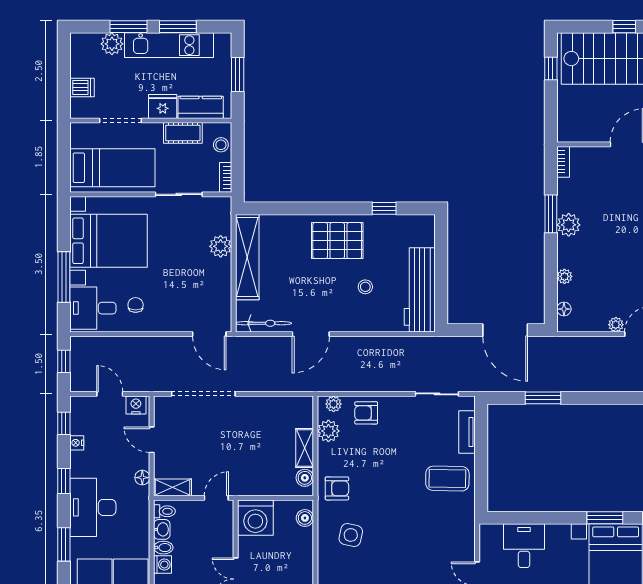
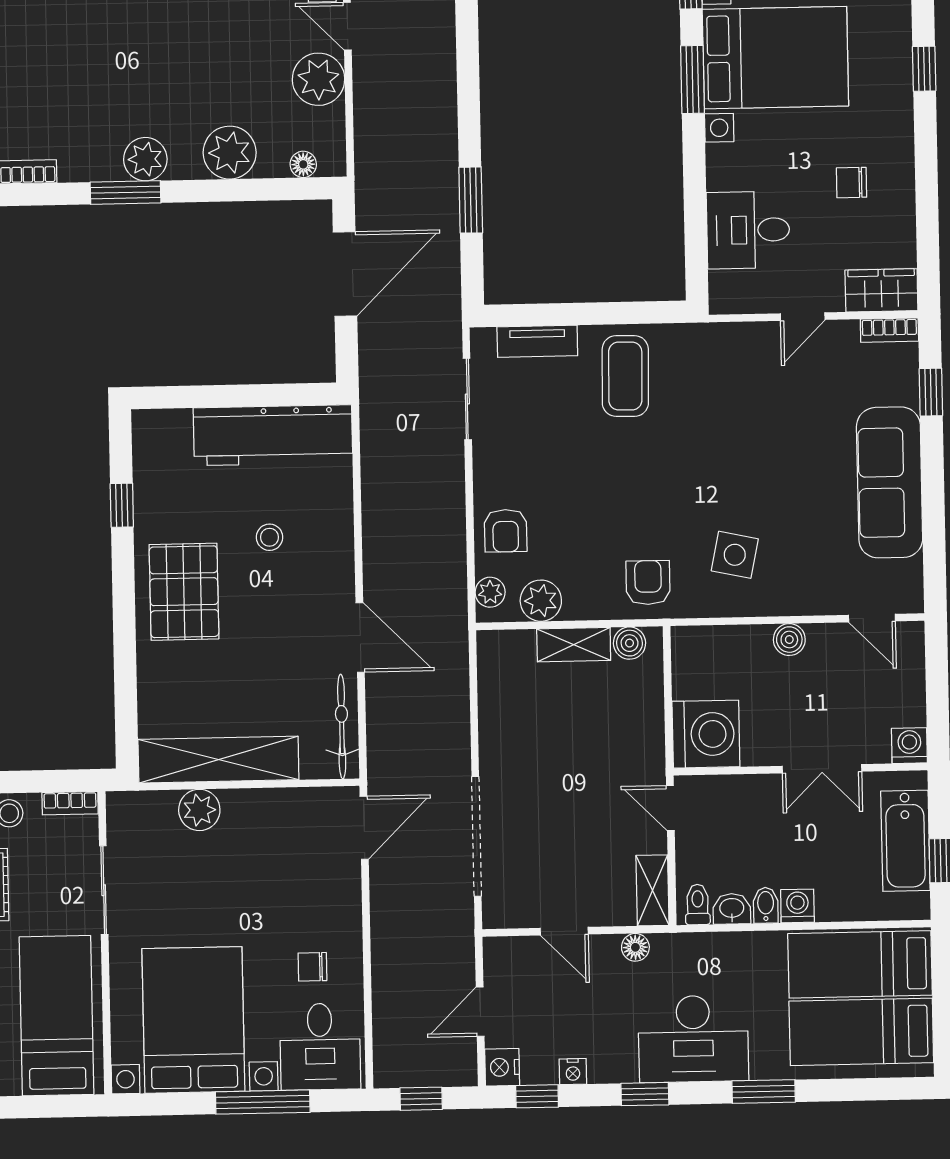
plant: (564, 276) -> (230, 153), width x1.88, depth x1.88
plant: (616, 325) -> (319, 79), width x1.88, depth x1.88
nightstand: (136, 405) -> (502, 1067), moved
door: (152, 440) -> (564, 931), hinge flipped
boiler: (305, 518) -> (789, 640), moved

